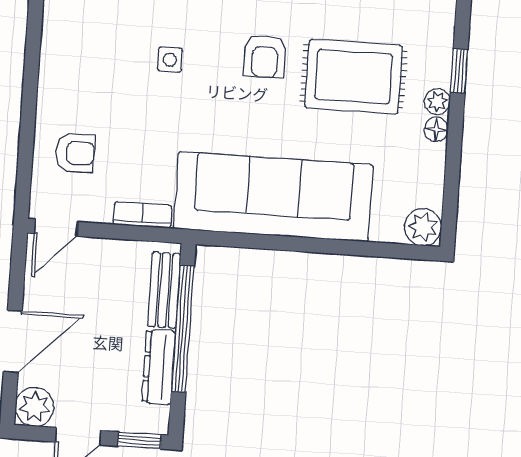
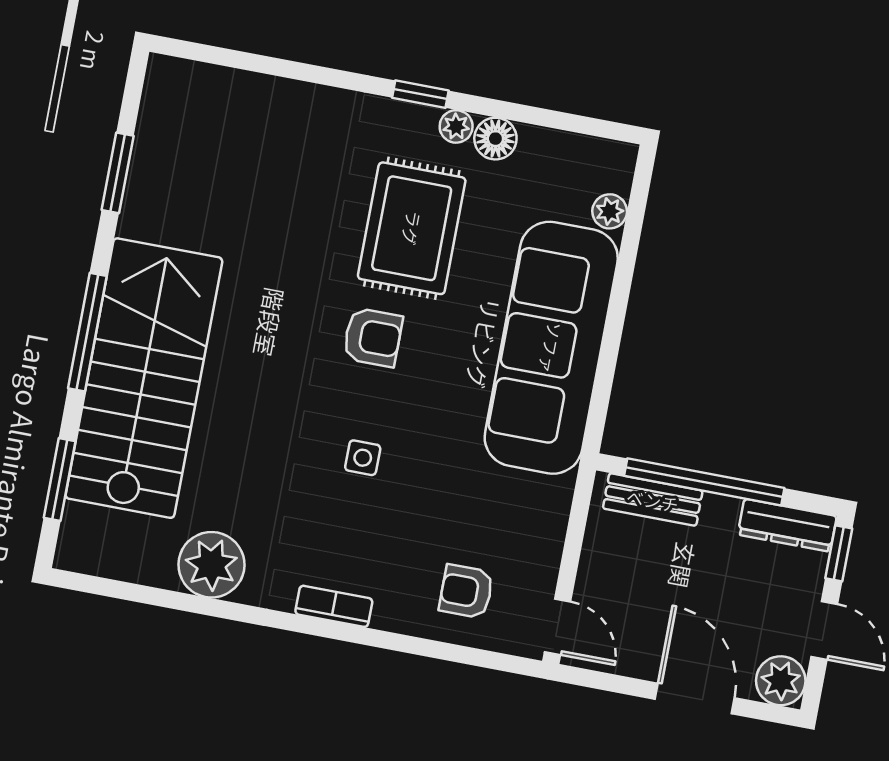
floor lamp: (436, 129) -> (495, 139), width x1.37, depth x1.37
armchair: (75, 153) -> (466, 591), turned -90
bookcase: (142, 215) -> (334, 606), moved, turned 90
plant: (423, 227) -> (610, 211), moved, width x0.73, depth x0.73
dresser: (159, 367) -> (787, 525), moved

